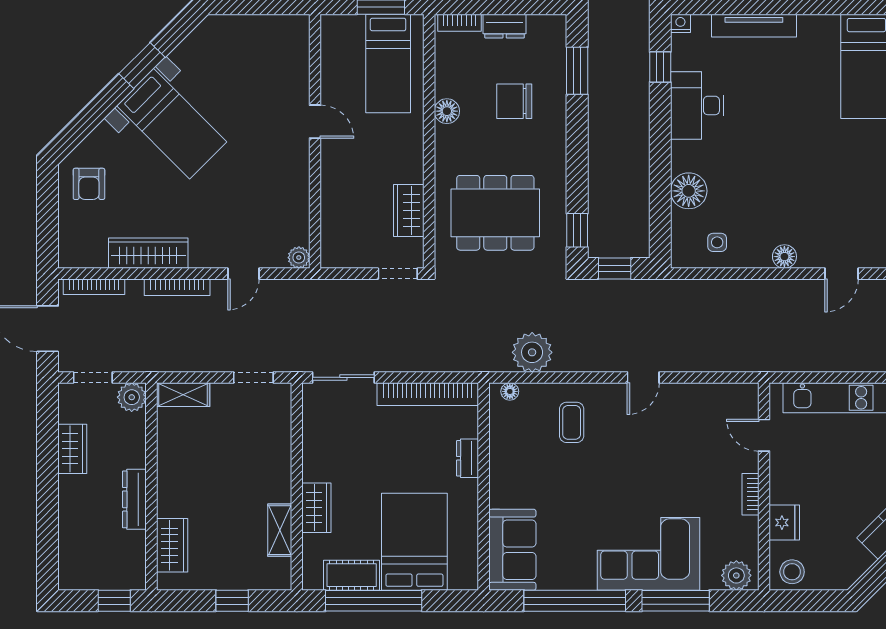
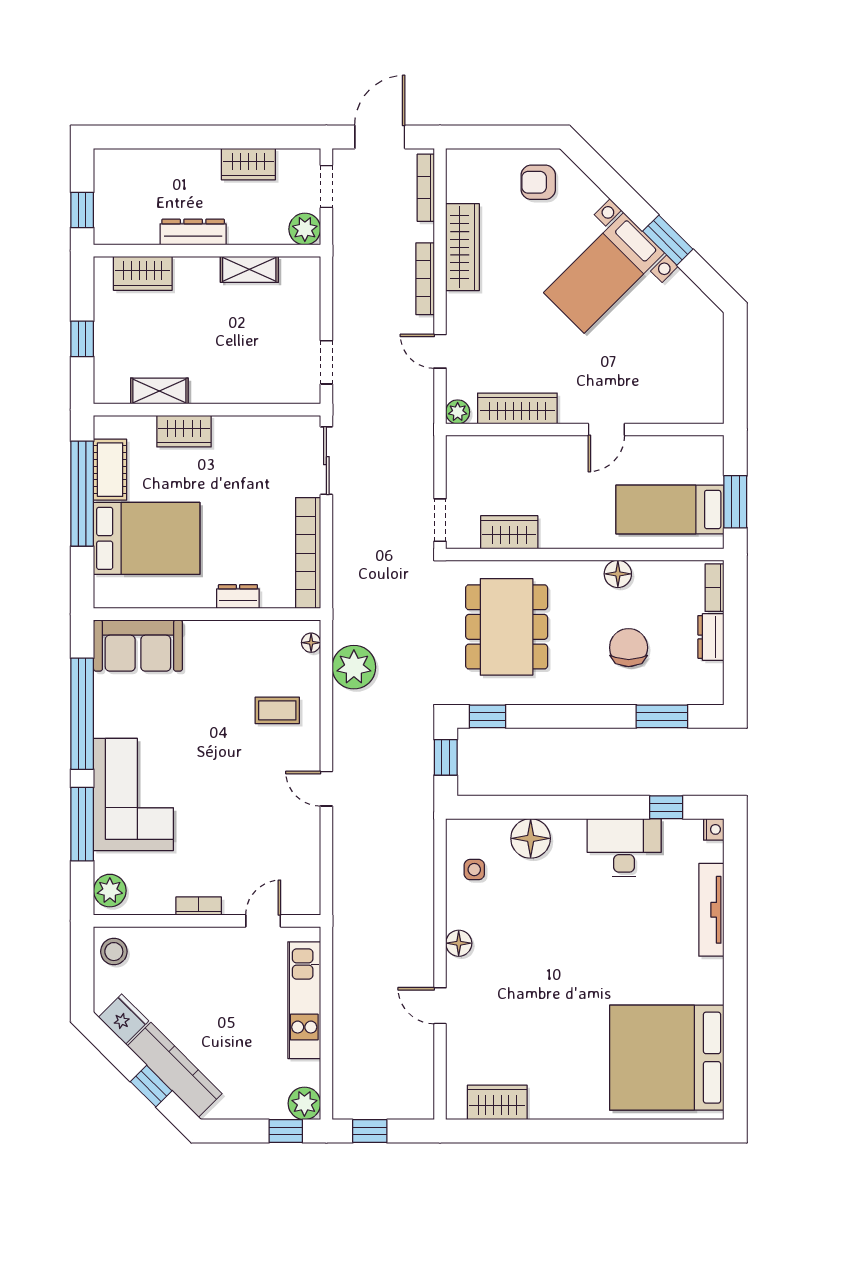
wardrobe: (296, 203) -> (517, 408), added
shelving: (183, 395) -> (249, 269), moved, turned 90
fridge: (784, 523) -> (124, 1019), moved, turned -135

